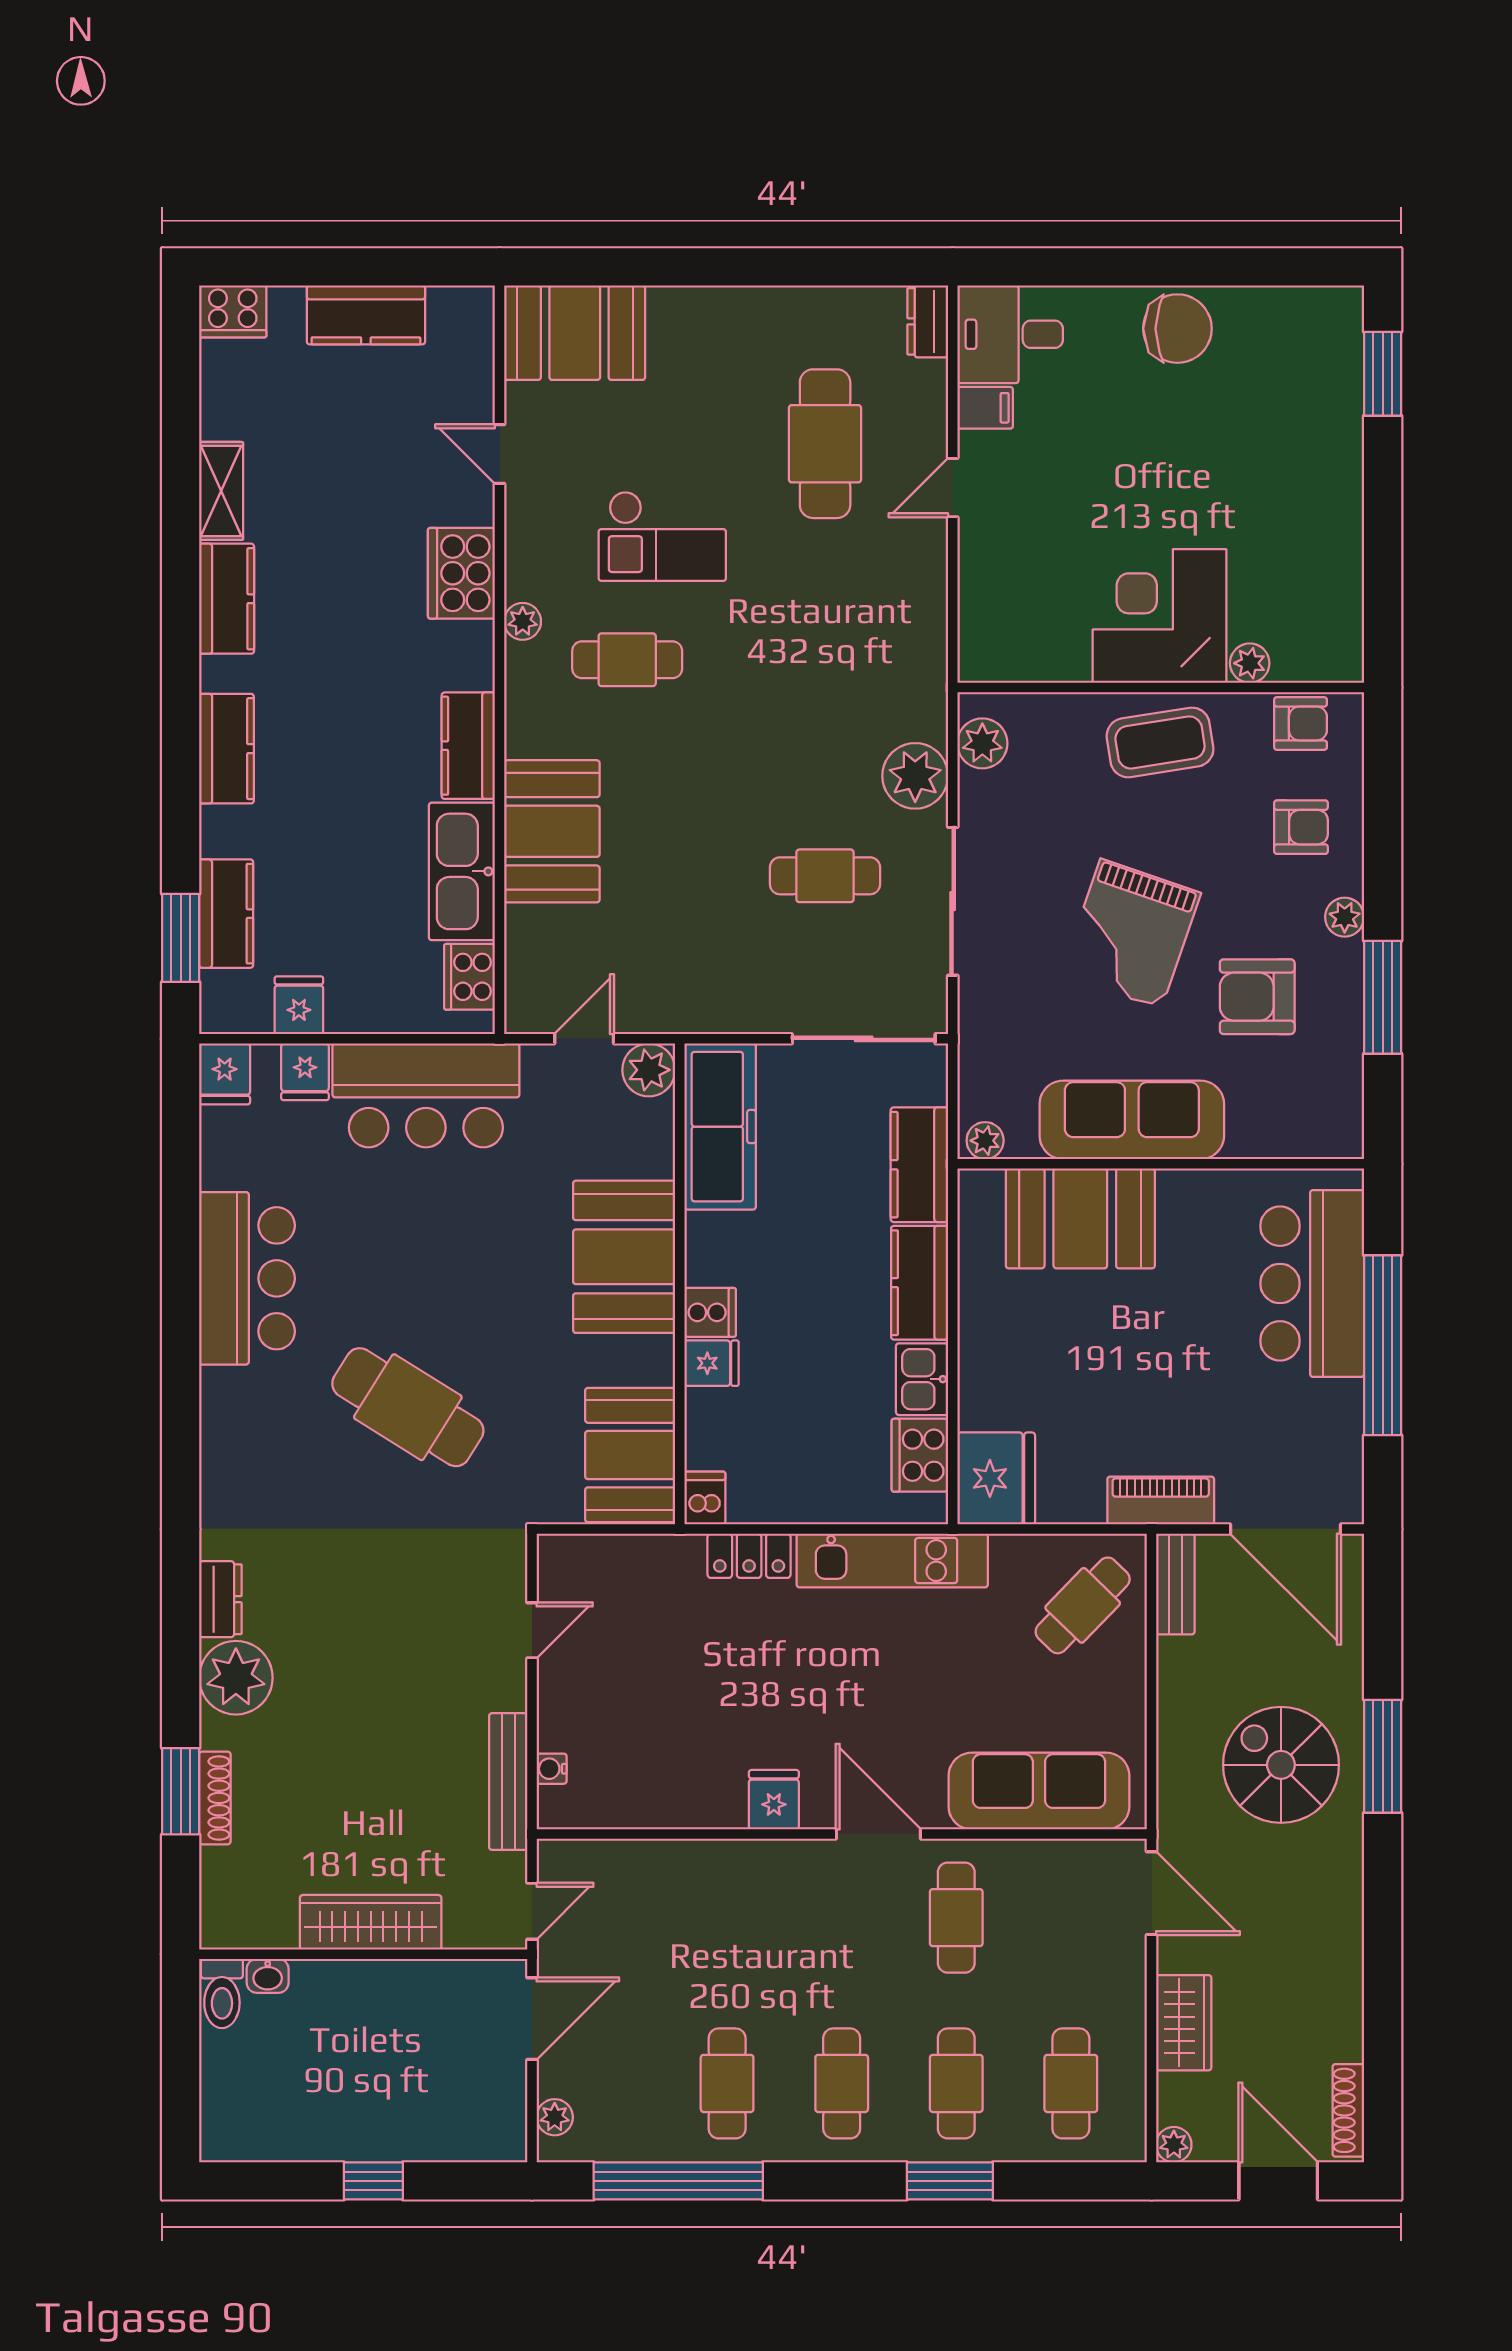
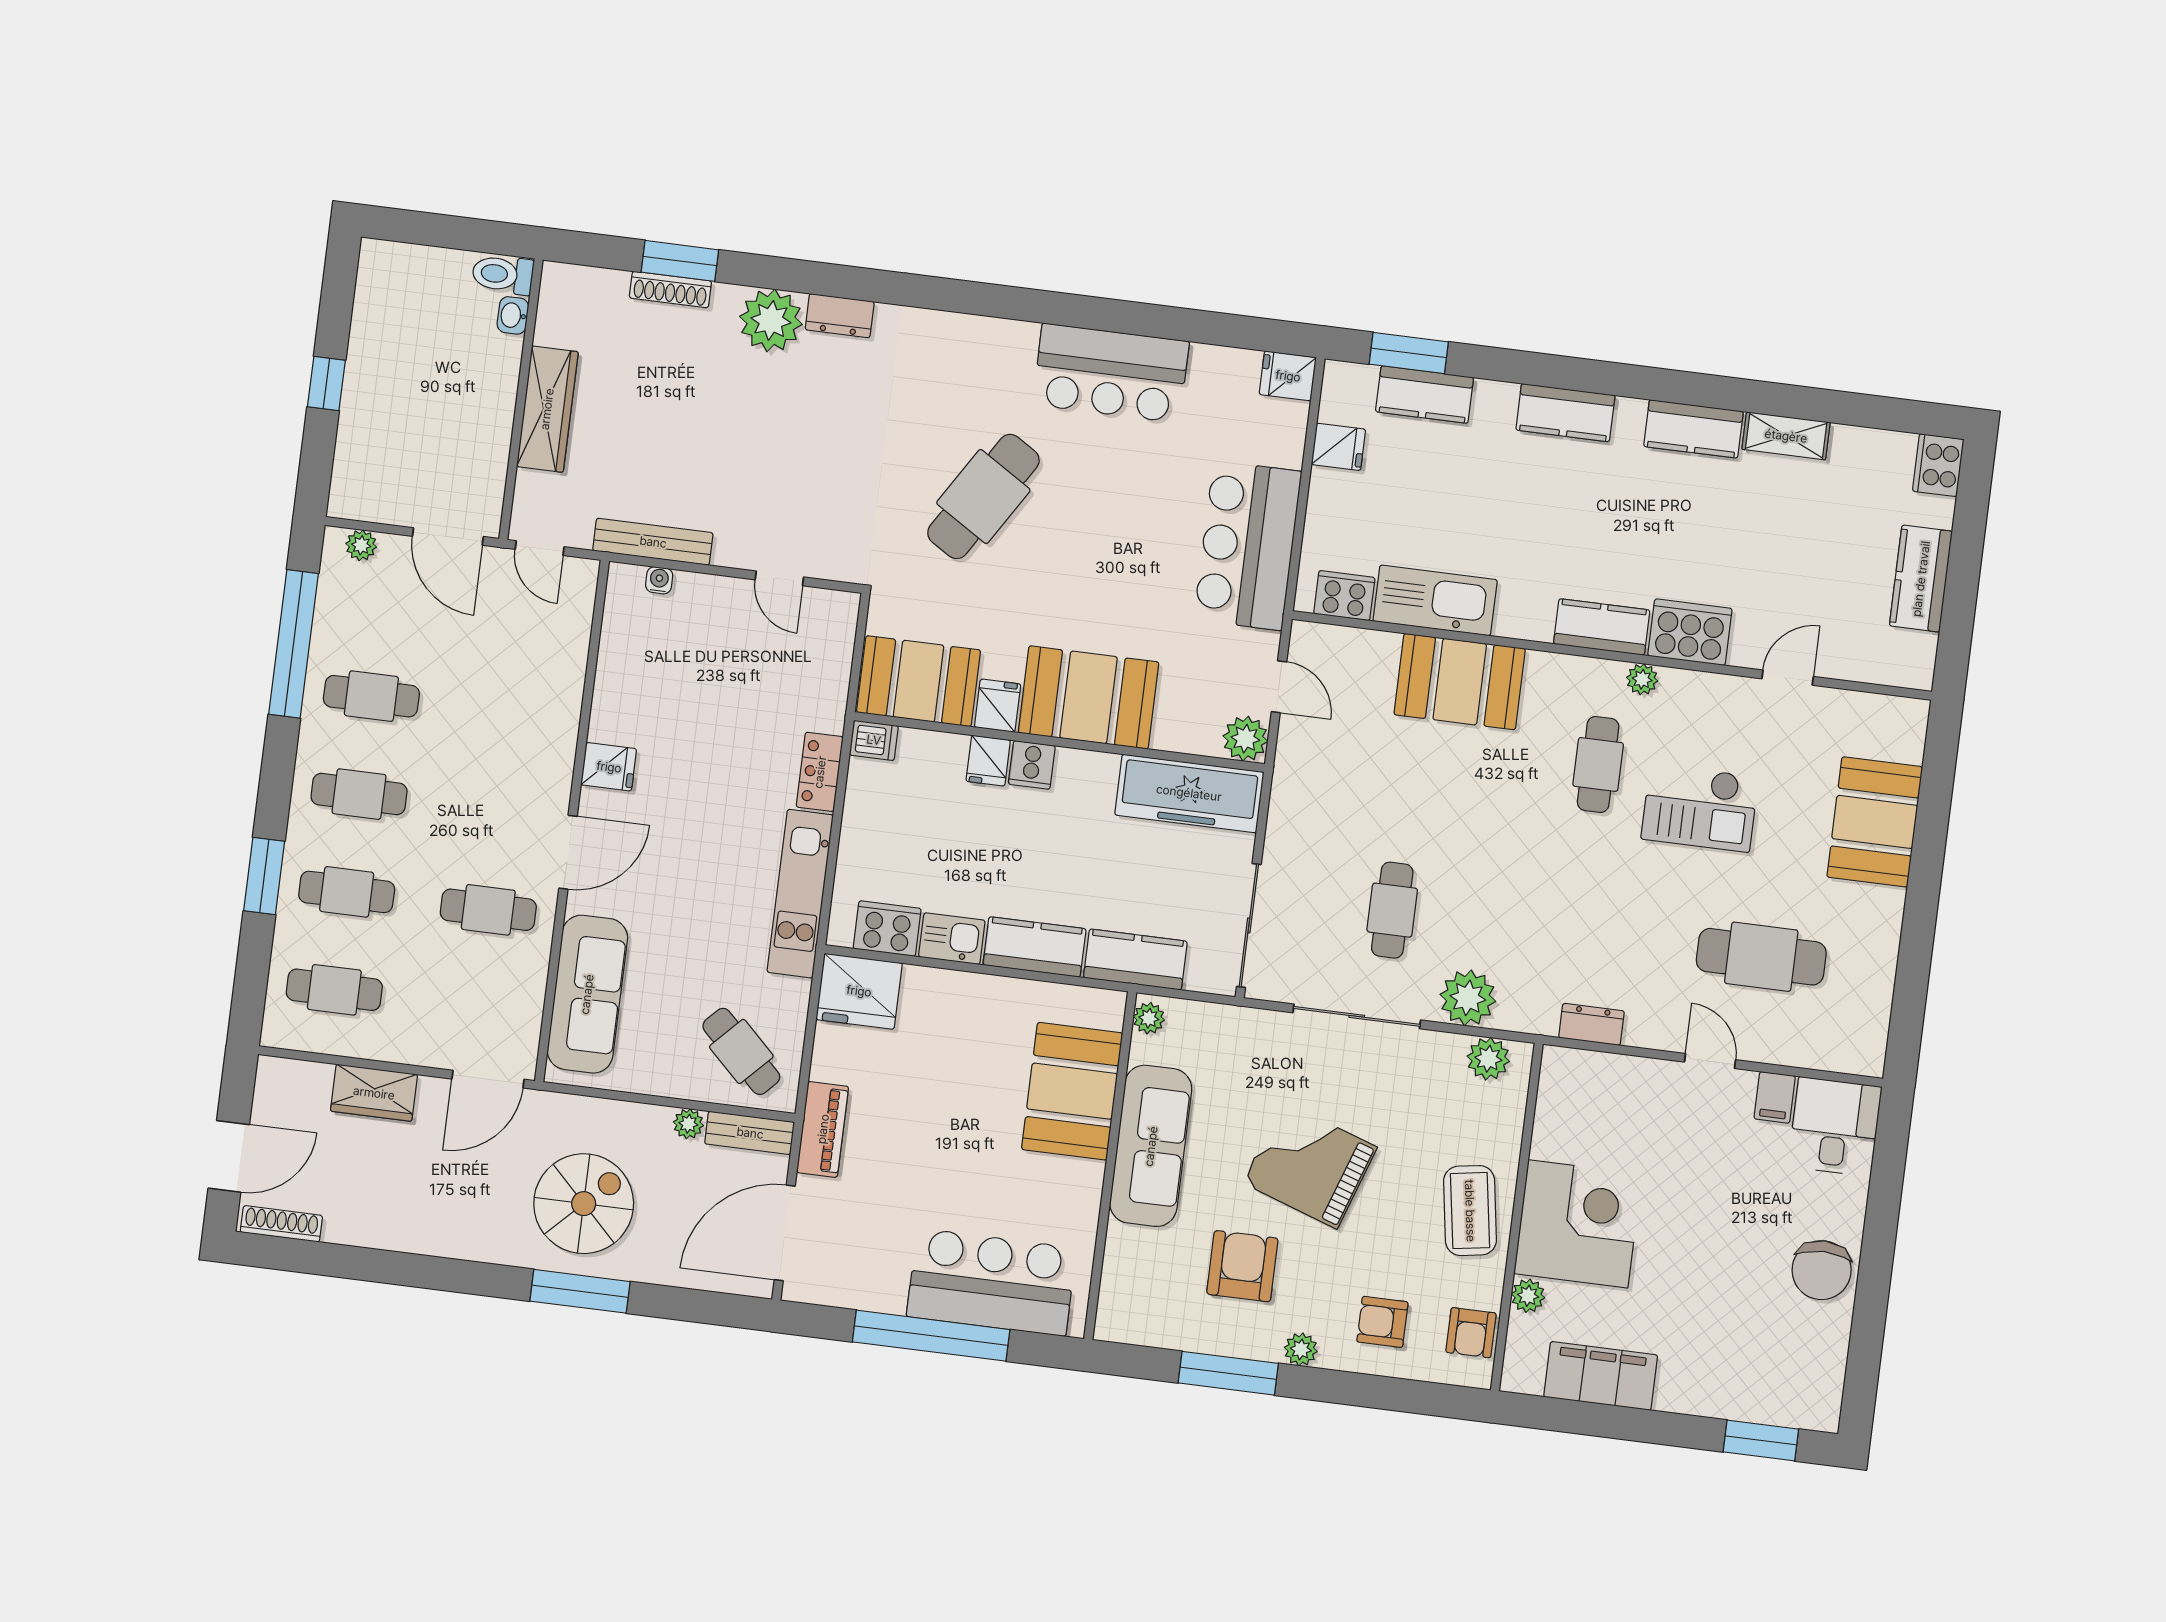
dresser: (928, 321) -> (1591, 1024), moved
booth: (575, 333) -> (1875, 822), moved
checkout: (662, 536) -> (1700, 808), turned -90
filing cabinet: (1332, 568) -> (1601, 1376), added
kitchen counter: (468, 746) -> (1602, 627), moved
armchair: (1301, 827) -> (1382, 1322), turned 90
fridge: (305, 1072) -> (998, 706), moved, turned 90
plant: (1174, 2145) -> (688, 1124), moved

